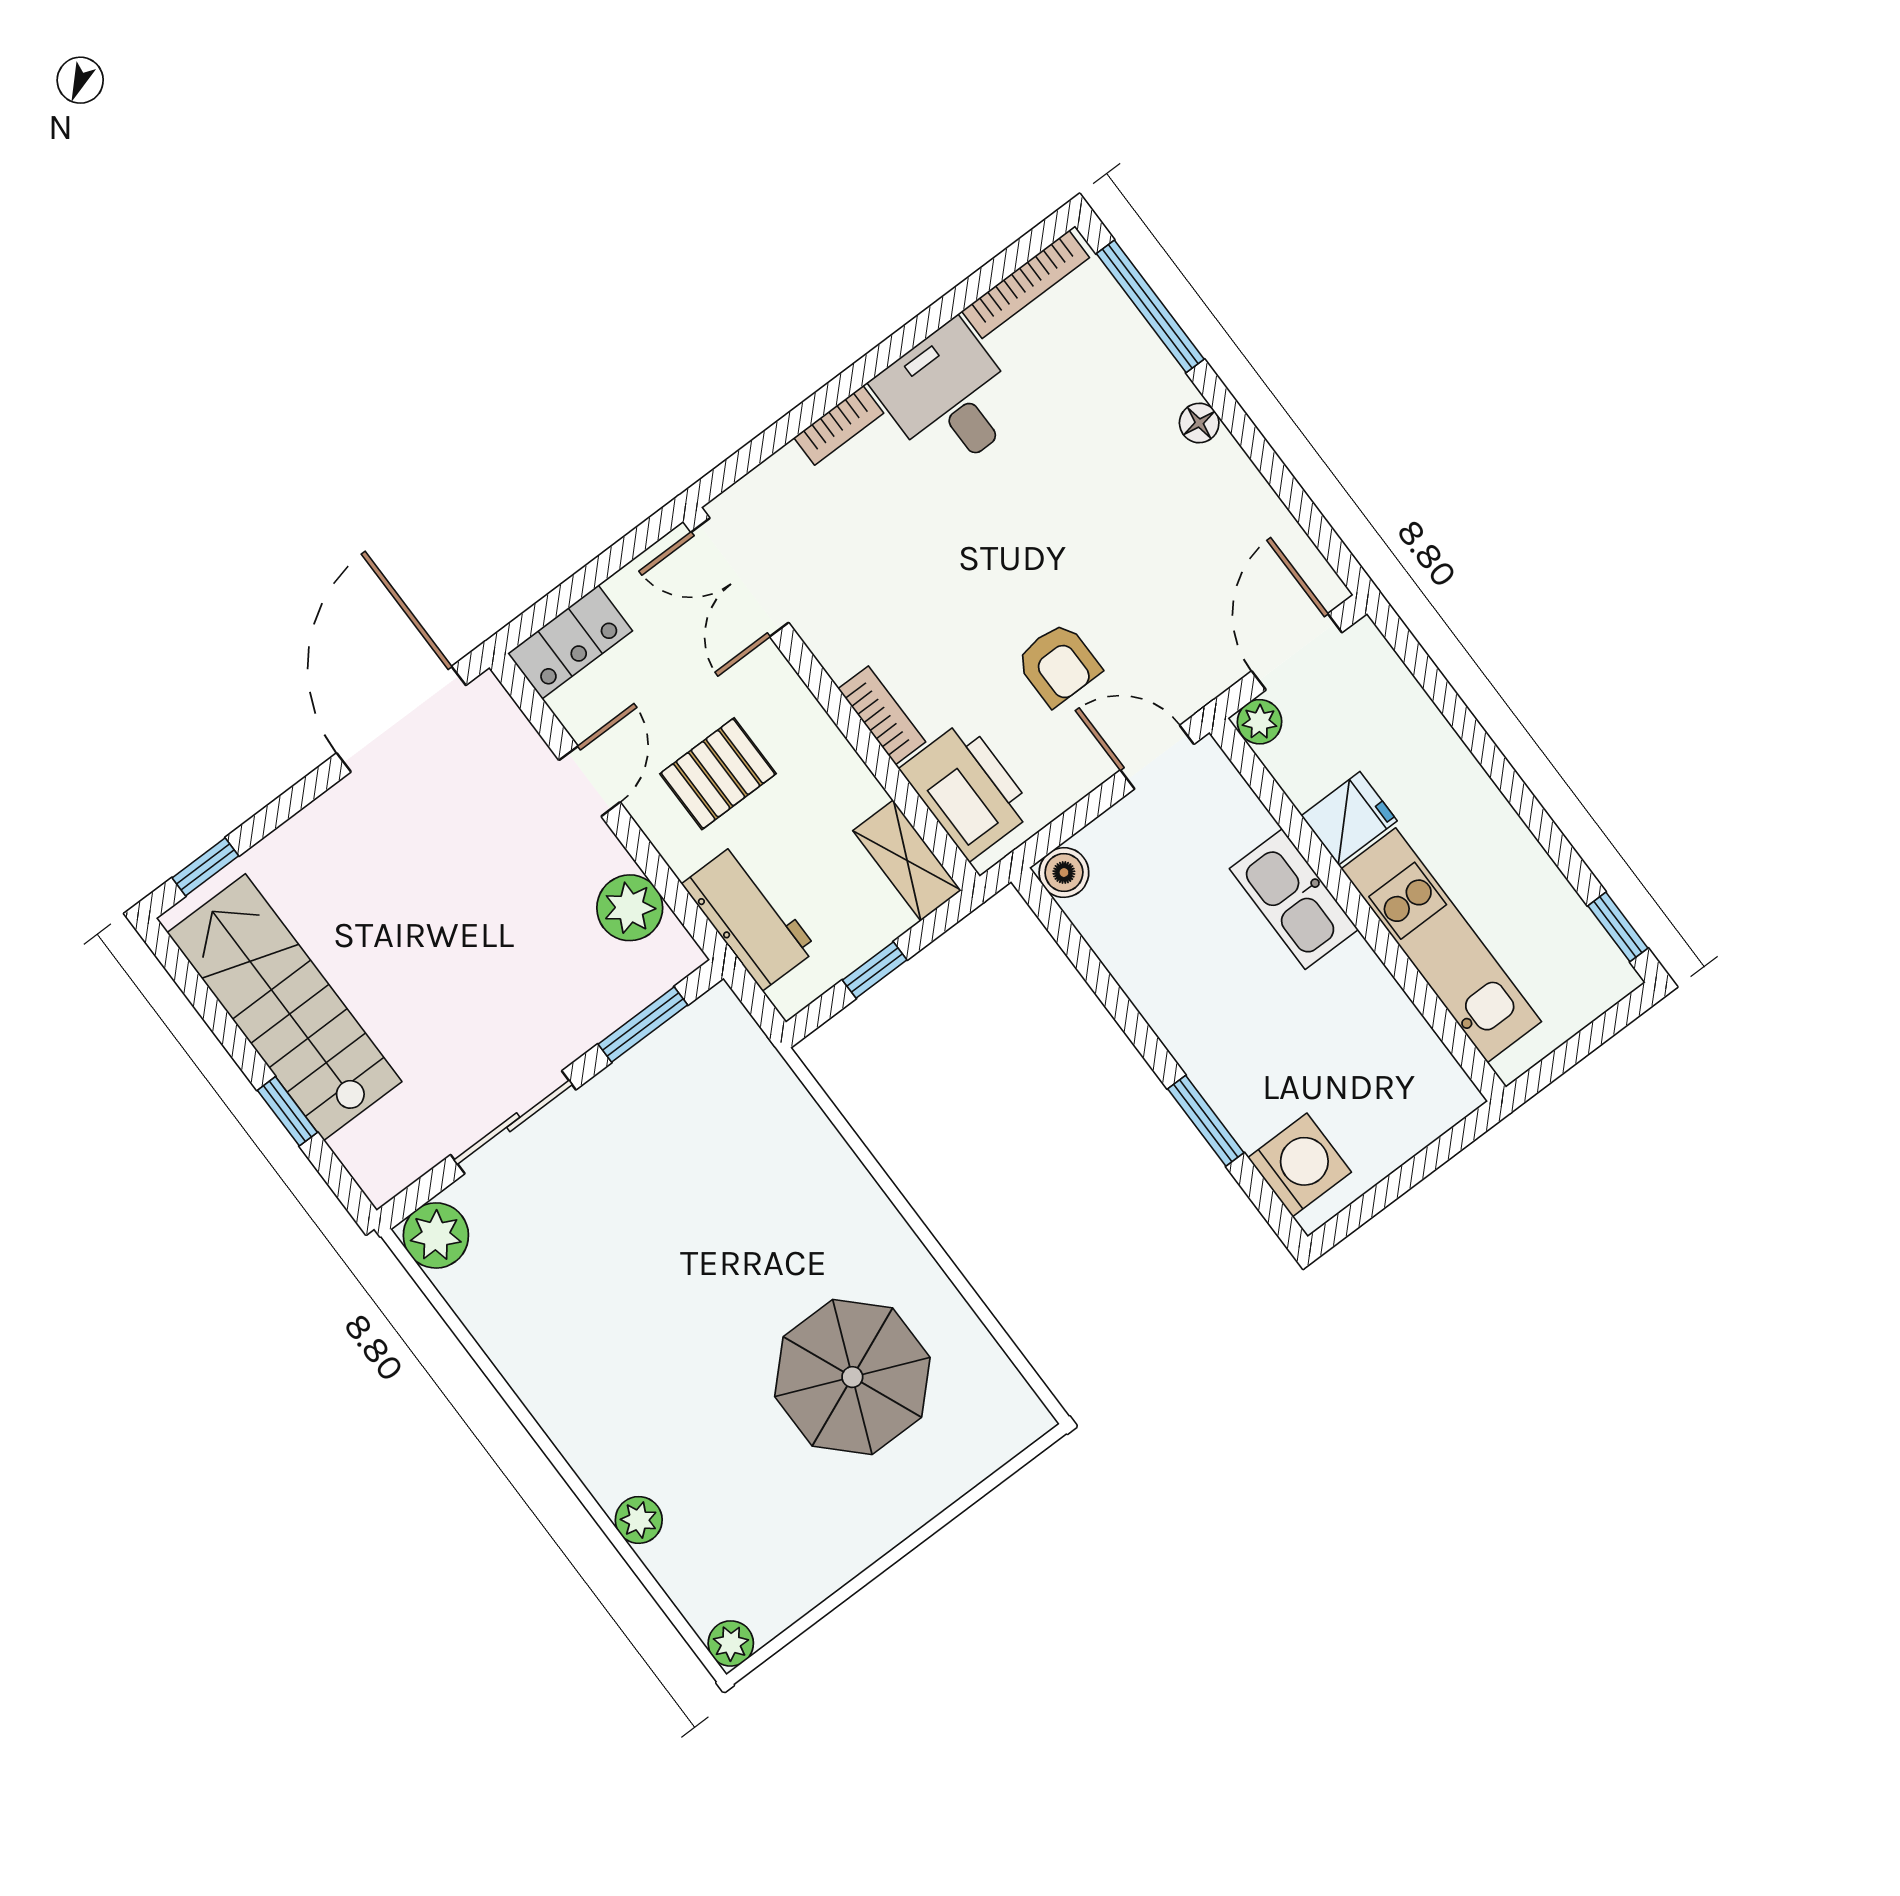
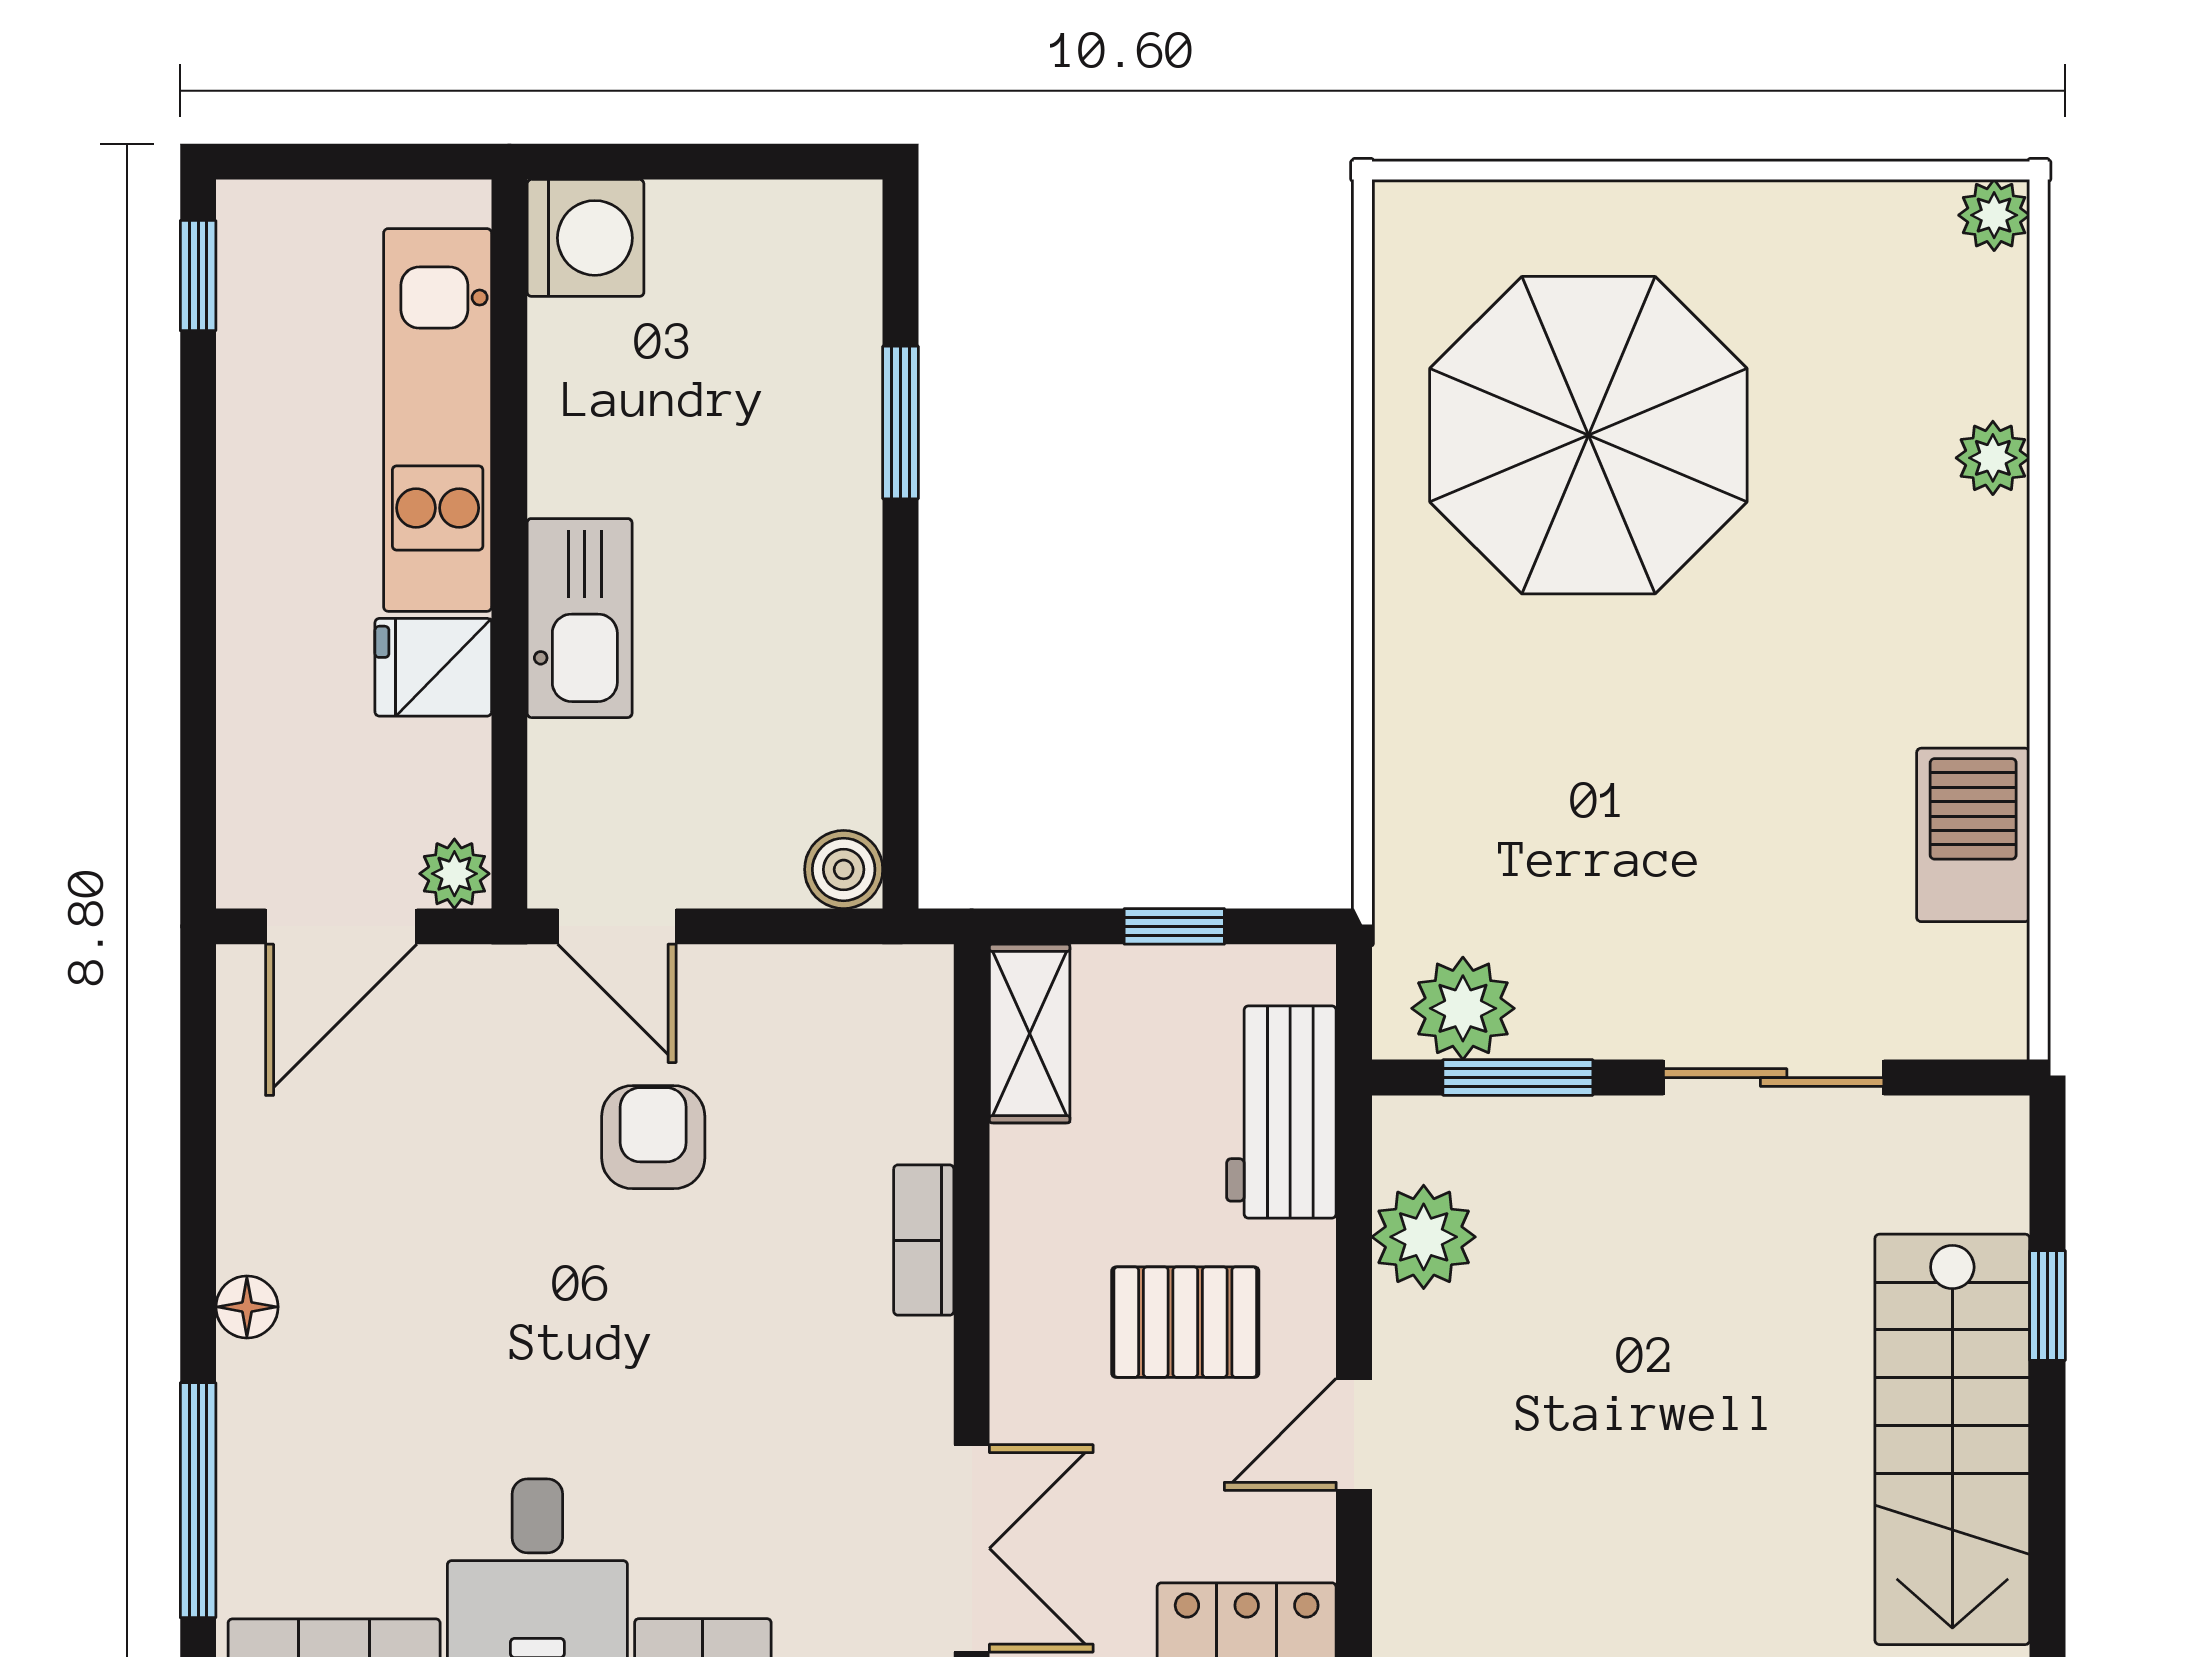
printer: (967, 790) -> (887, 1065), removed
washing machine: (1300, 1165) -> (586, 238), moved, turned 180
plant: (436, 1235) -> (1463, 1008), moved
barbecue: (505, 1321) -> (1973, 835), added
parasol: (852, 1377) -> (1588, 435), width x1.36, depth x1.36

